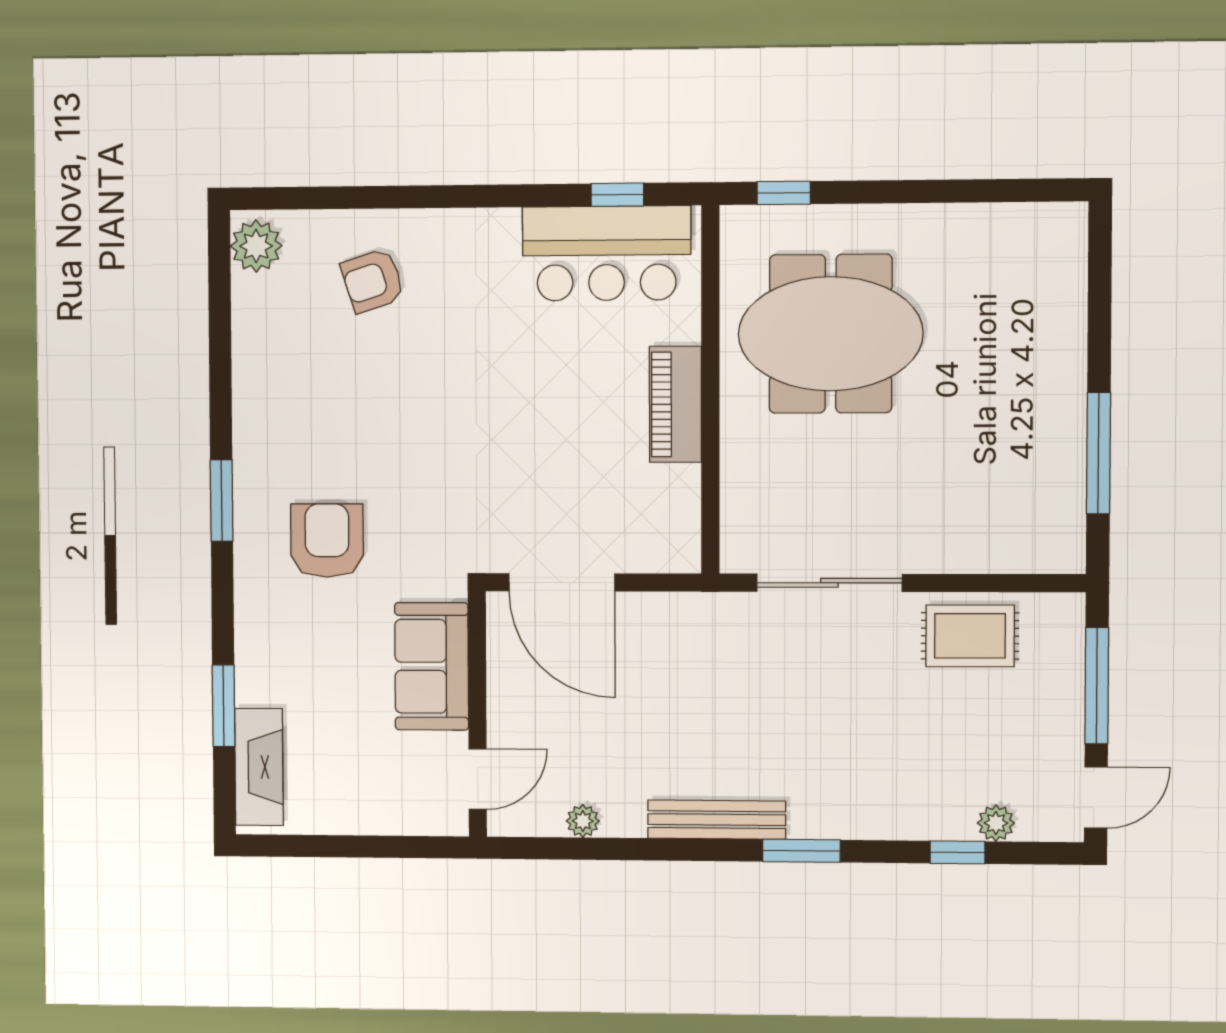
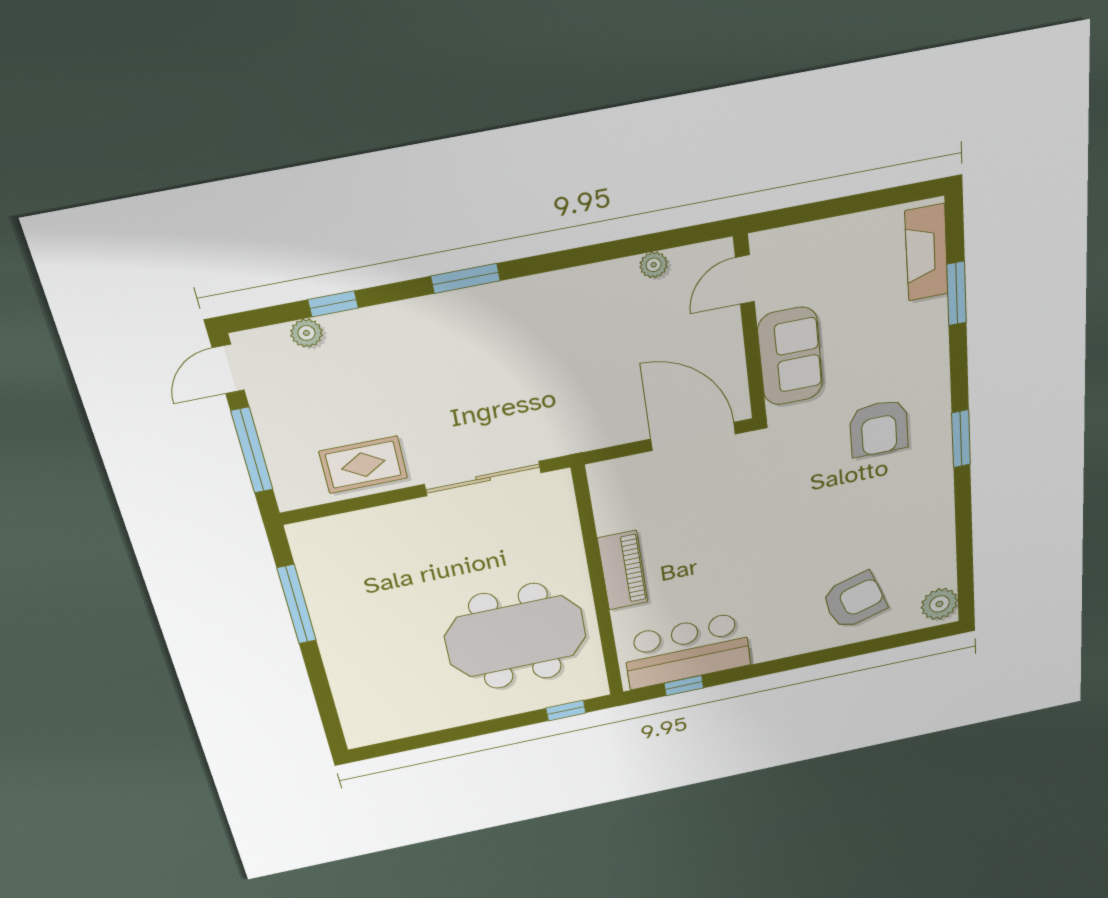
armchair: (373, 281) -> (854, 600), width x1.38, depth x1.38
bench: (717, 820) -> (541, 288), removed

